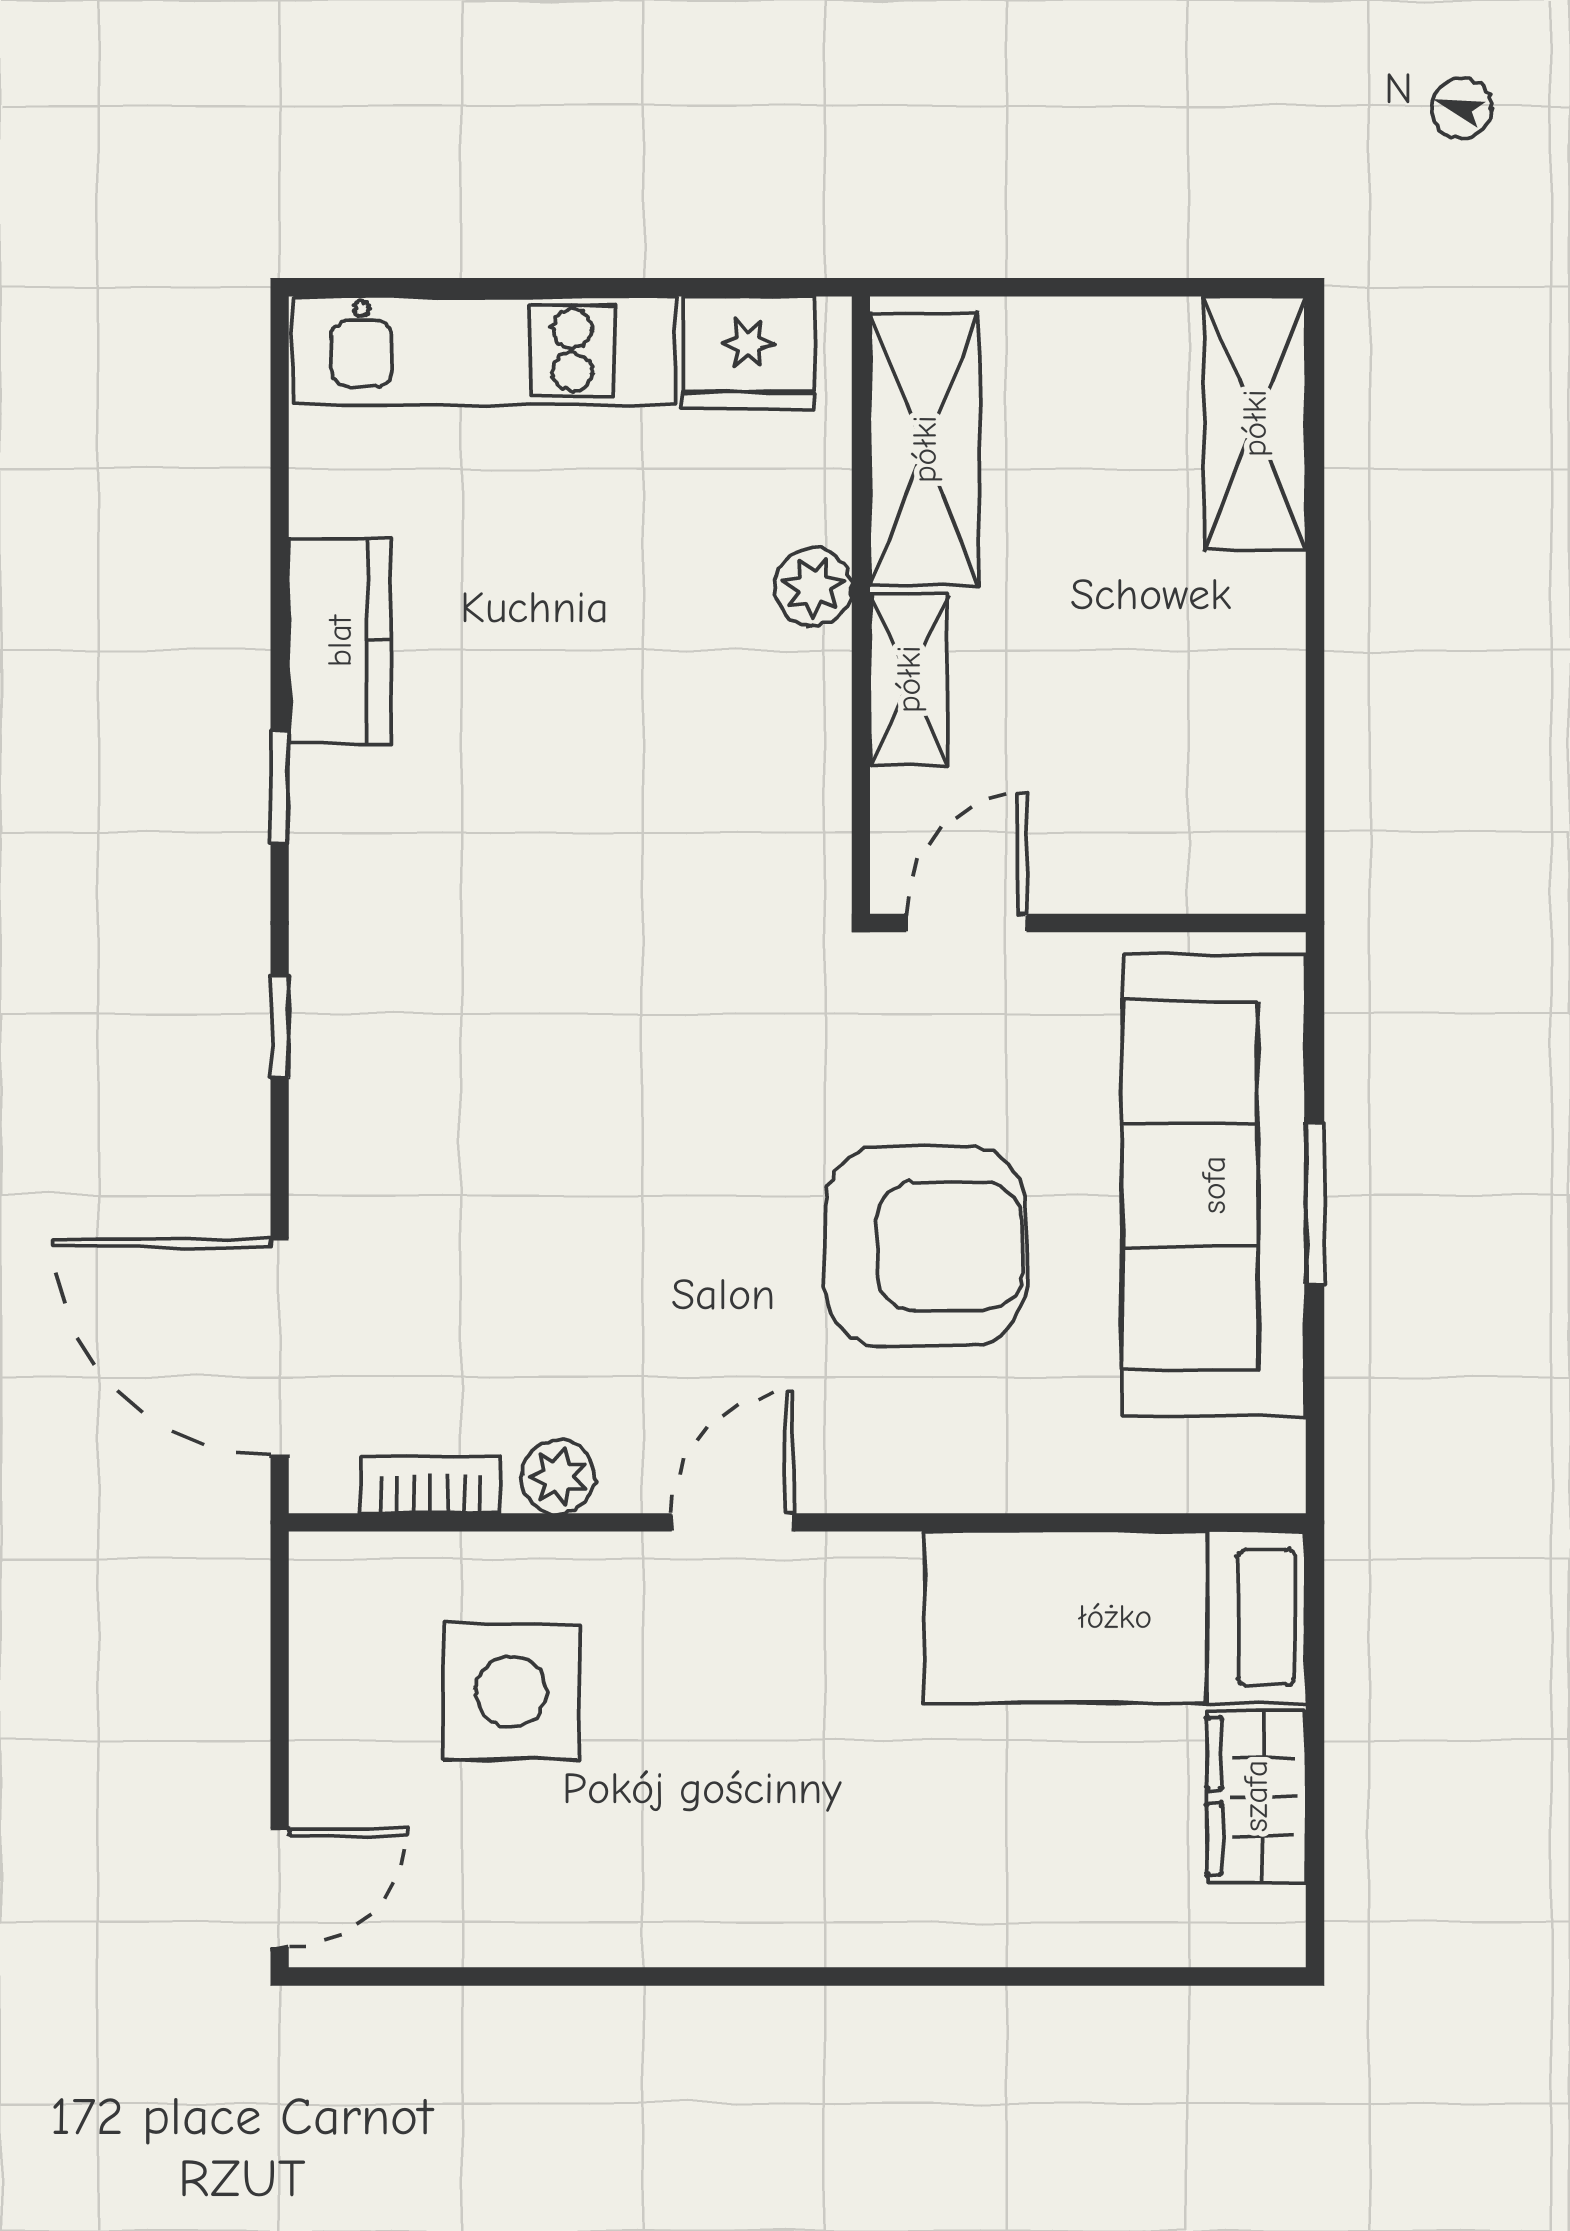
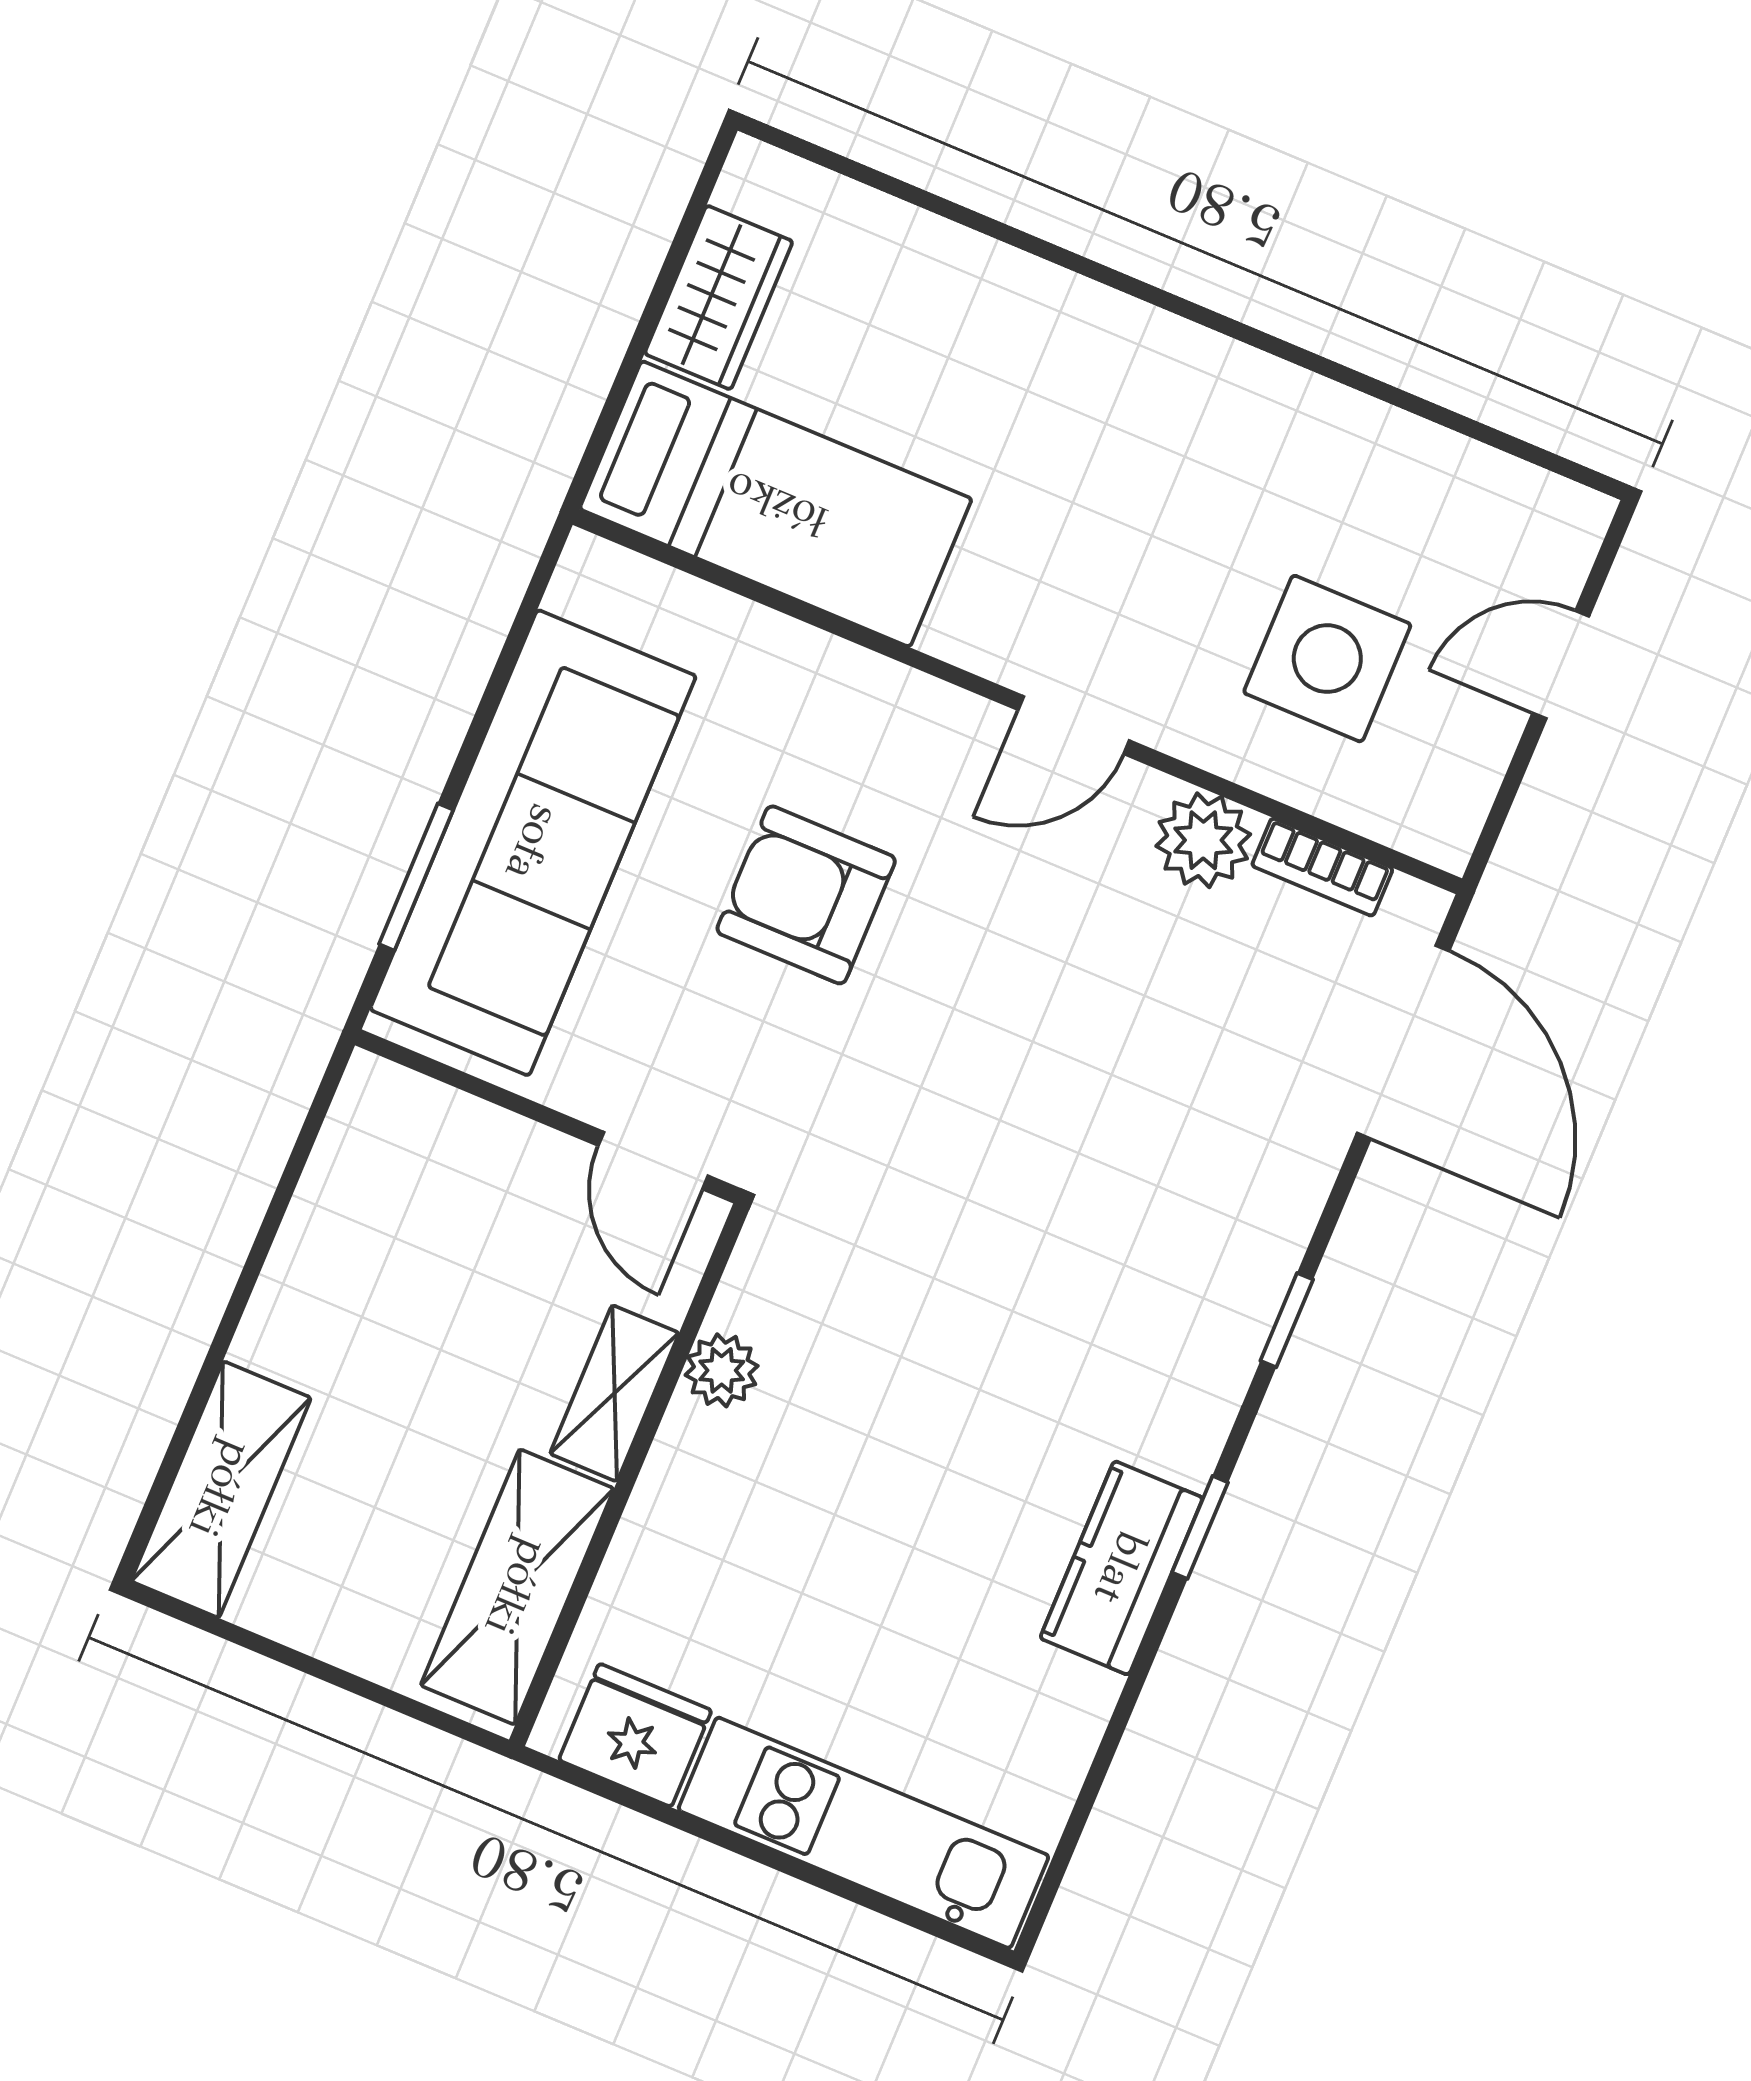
plant: (813, 587) -> (722, 1370), moved
kitchen counter: (340, 641) -> (1121, 1568), moved
door: (966, 923) -> (653, 1161), hinge flipped
window: (1315, 1203) -> (416, 877), moved
armchair: (925, 1246) -> (806, 895), width x0.73, depth x0.73
plant: (558, 1477) -> (1203, 840), width x1.38, depth x1.38
door: (280, 1888) -> (1561, 665), moved

